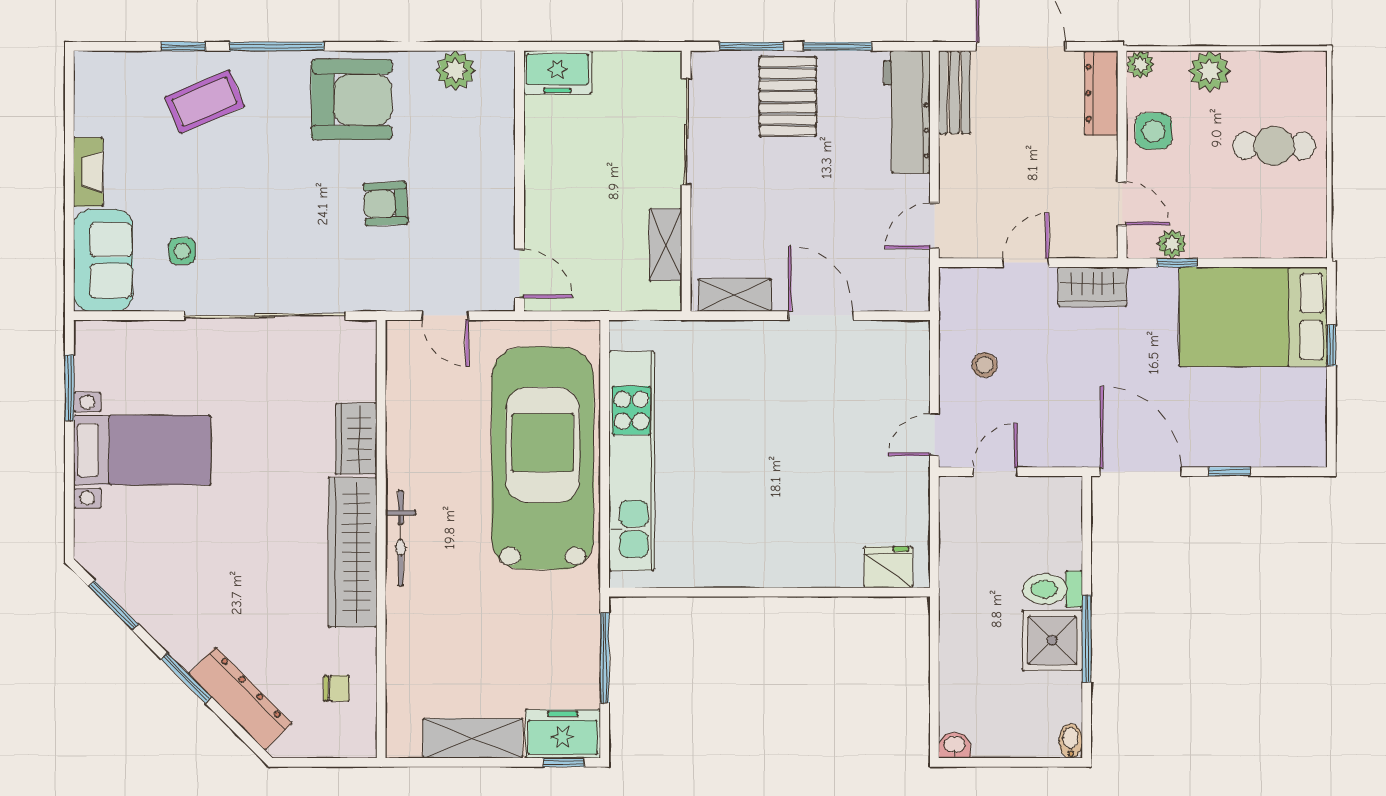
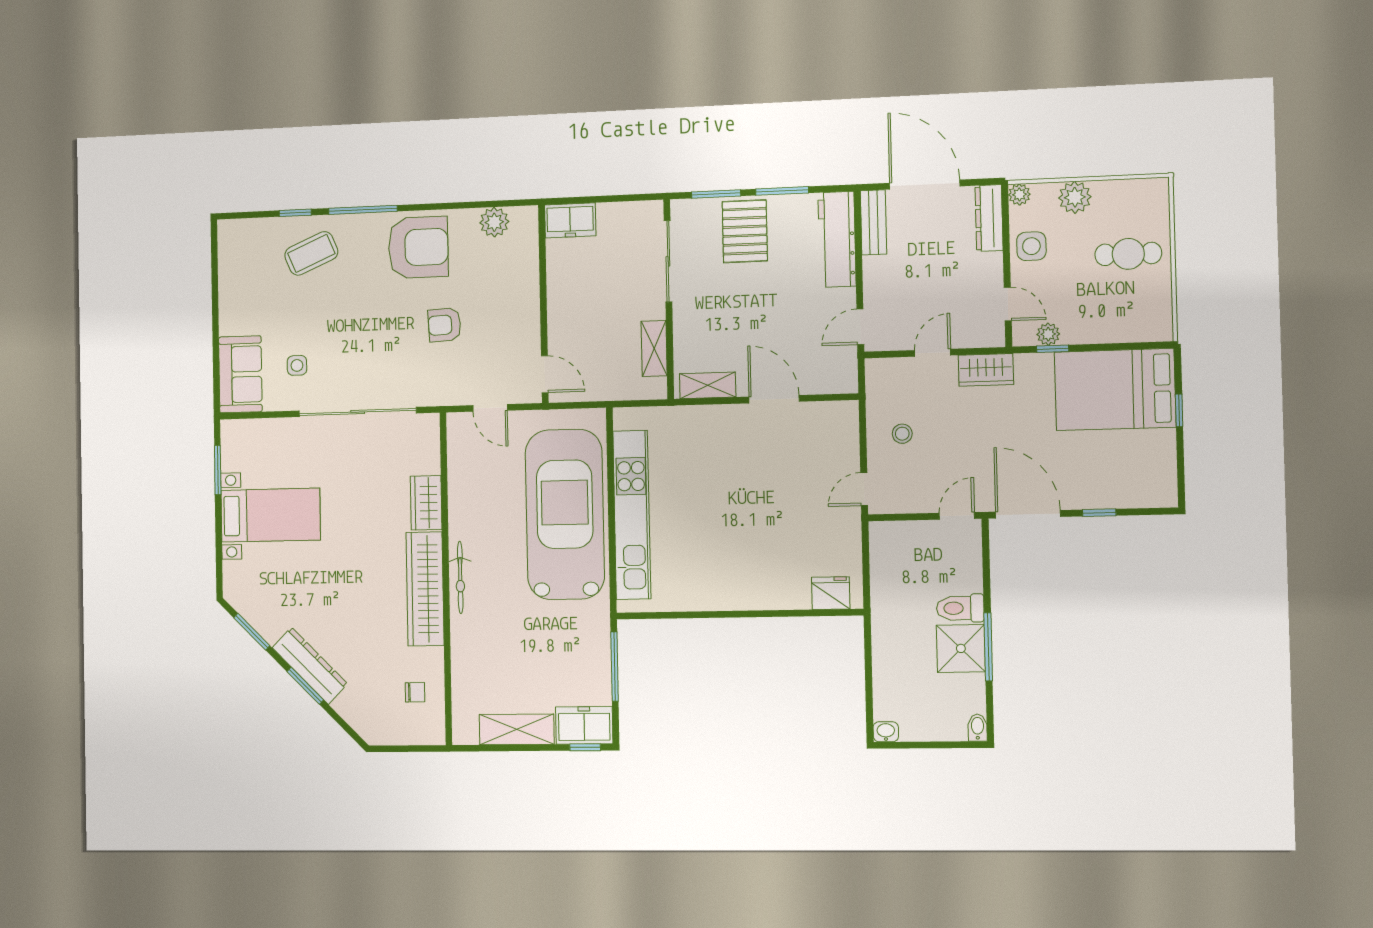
fireplace: (88, 172) -> (229, 309), removed
door: (995, 472) -> (957, 516), moved
dresser: (240, 699) -> (310, 666), moved

